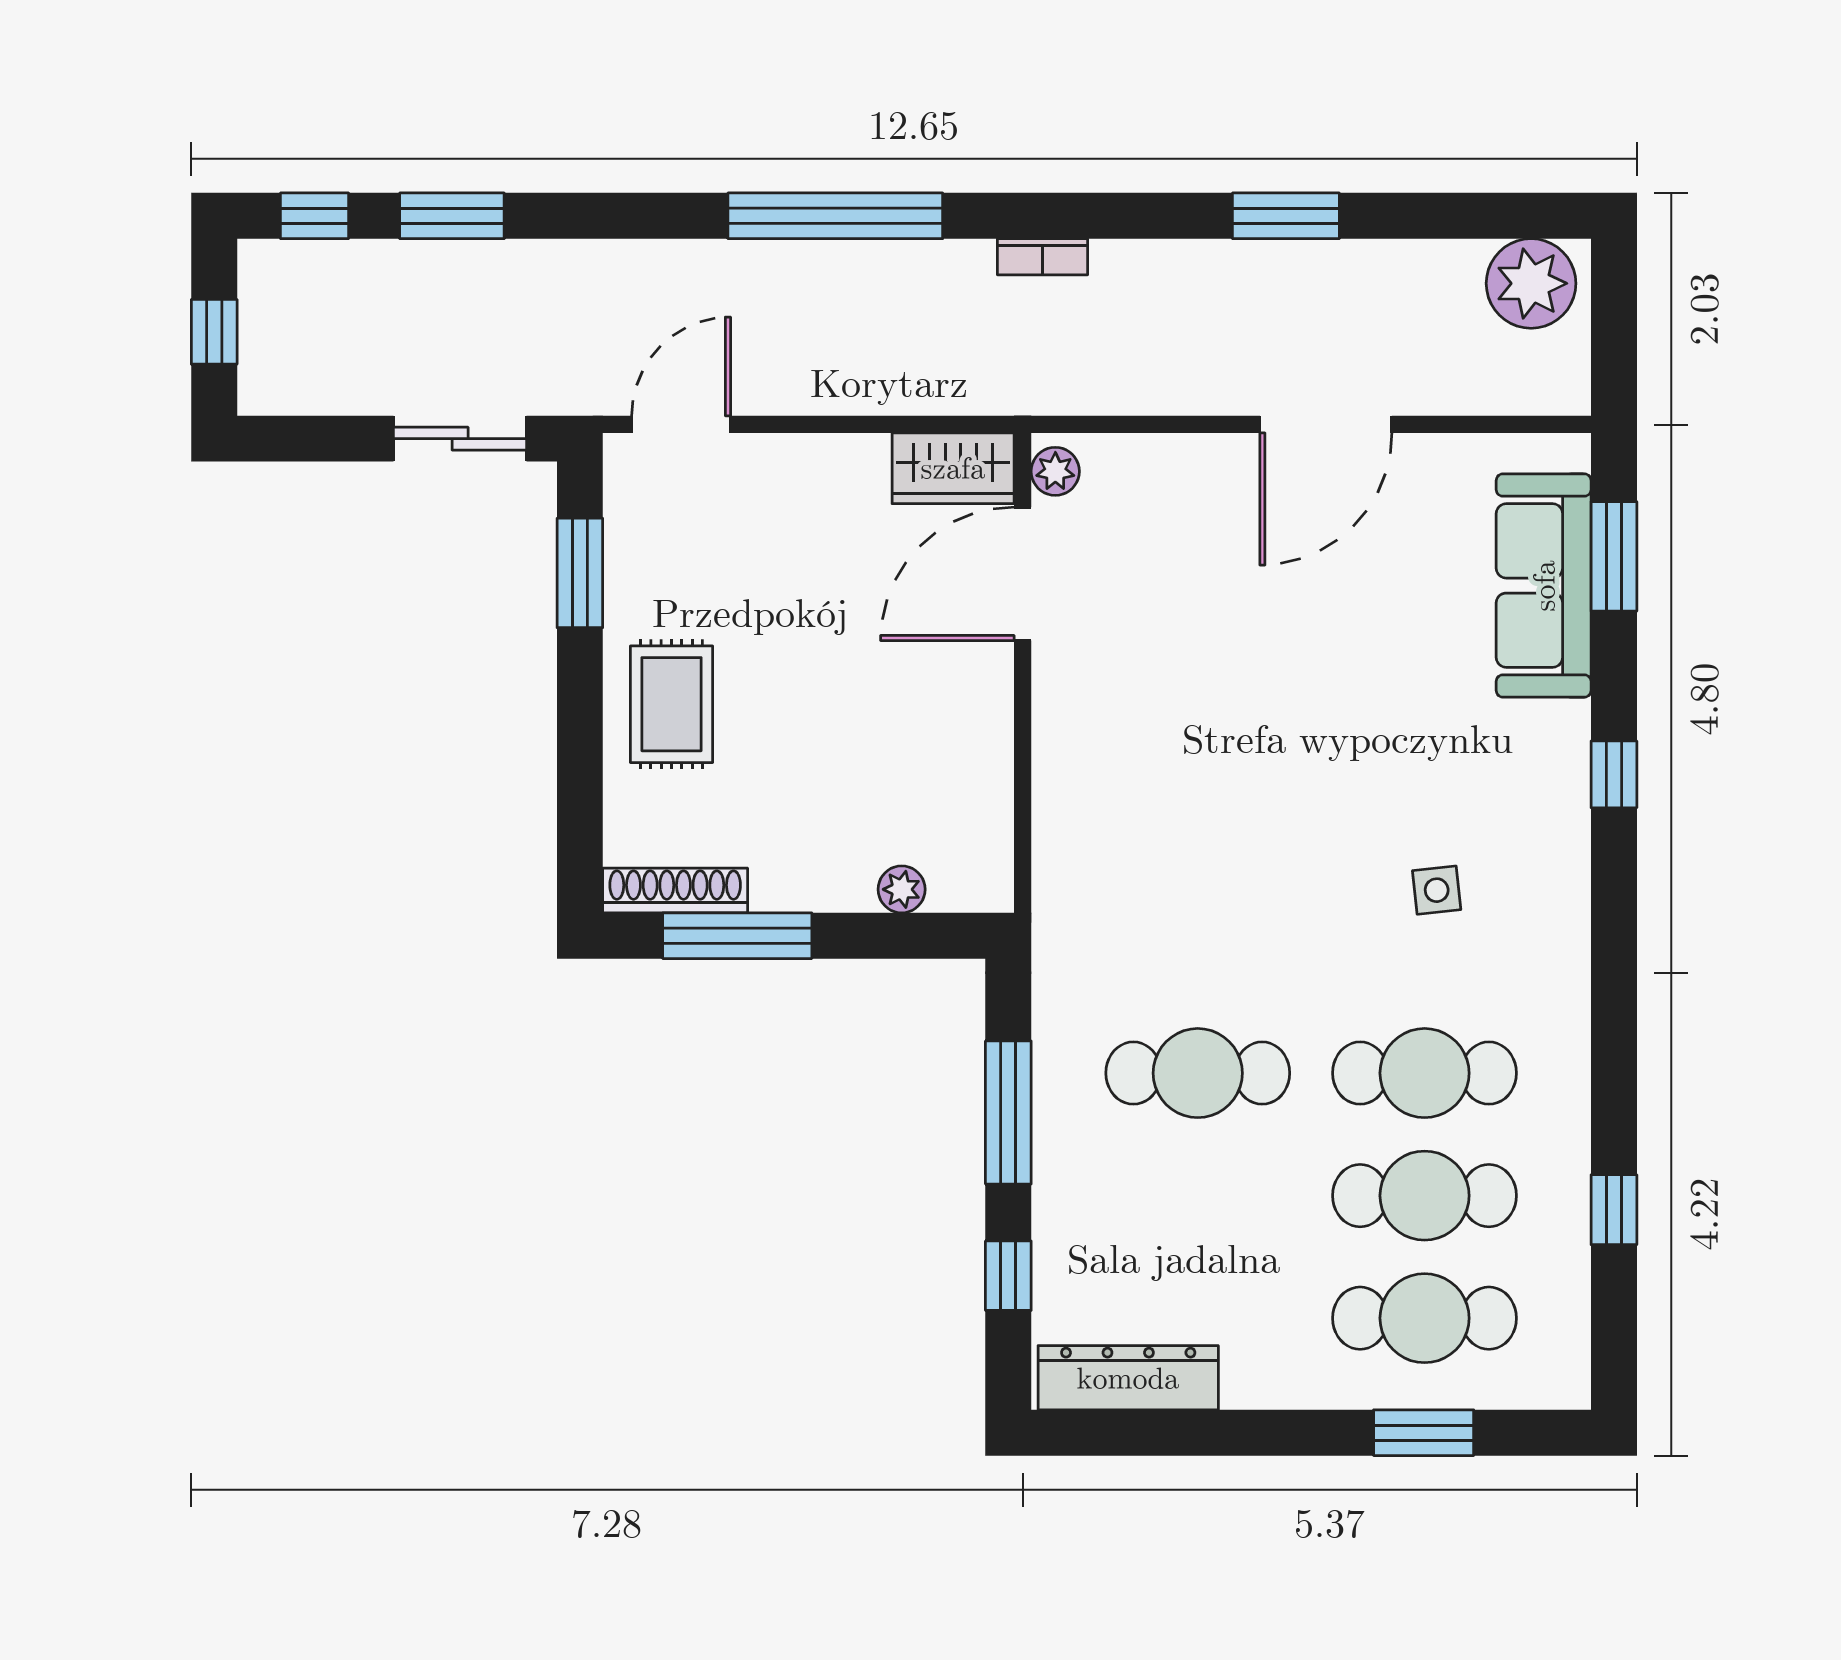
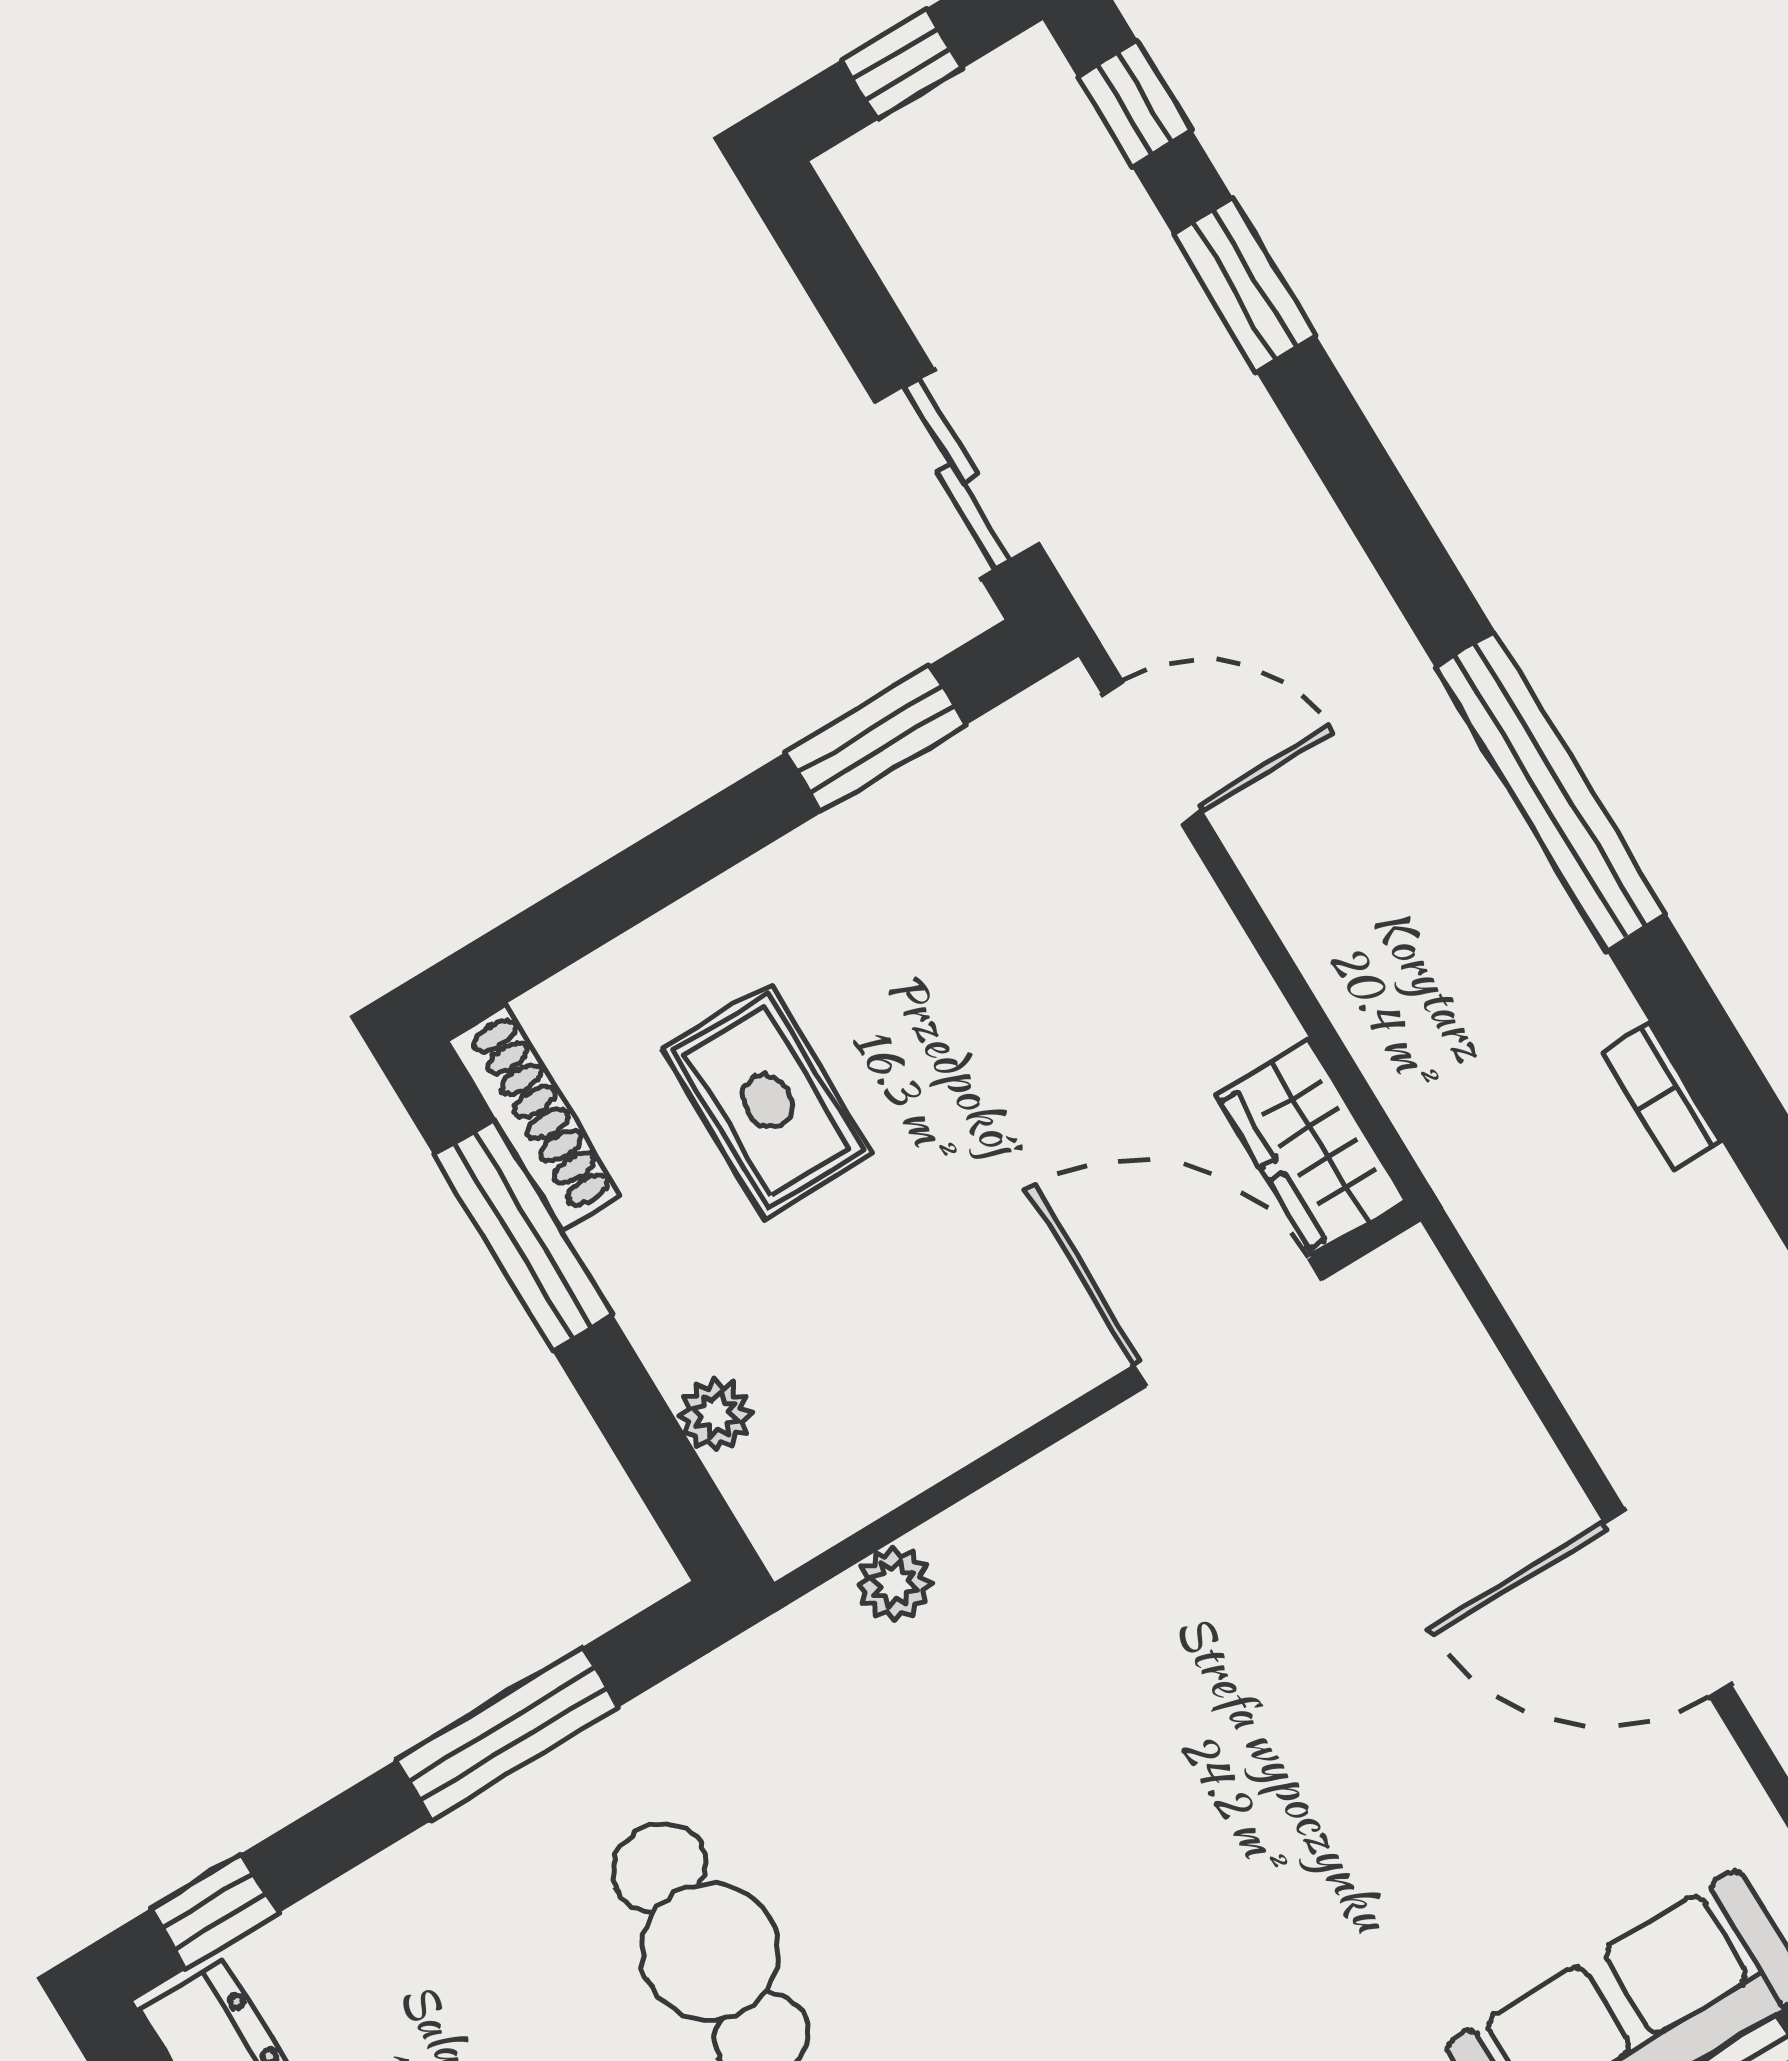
plant: (1055, 471) -> (894, 1584), moved
rug: (671, 704) -> (767, 1101), moved, turned 90
window: (1008, 1276) -> (214, 1911), moved

